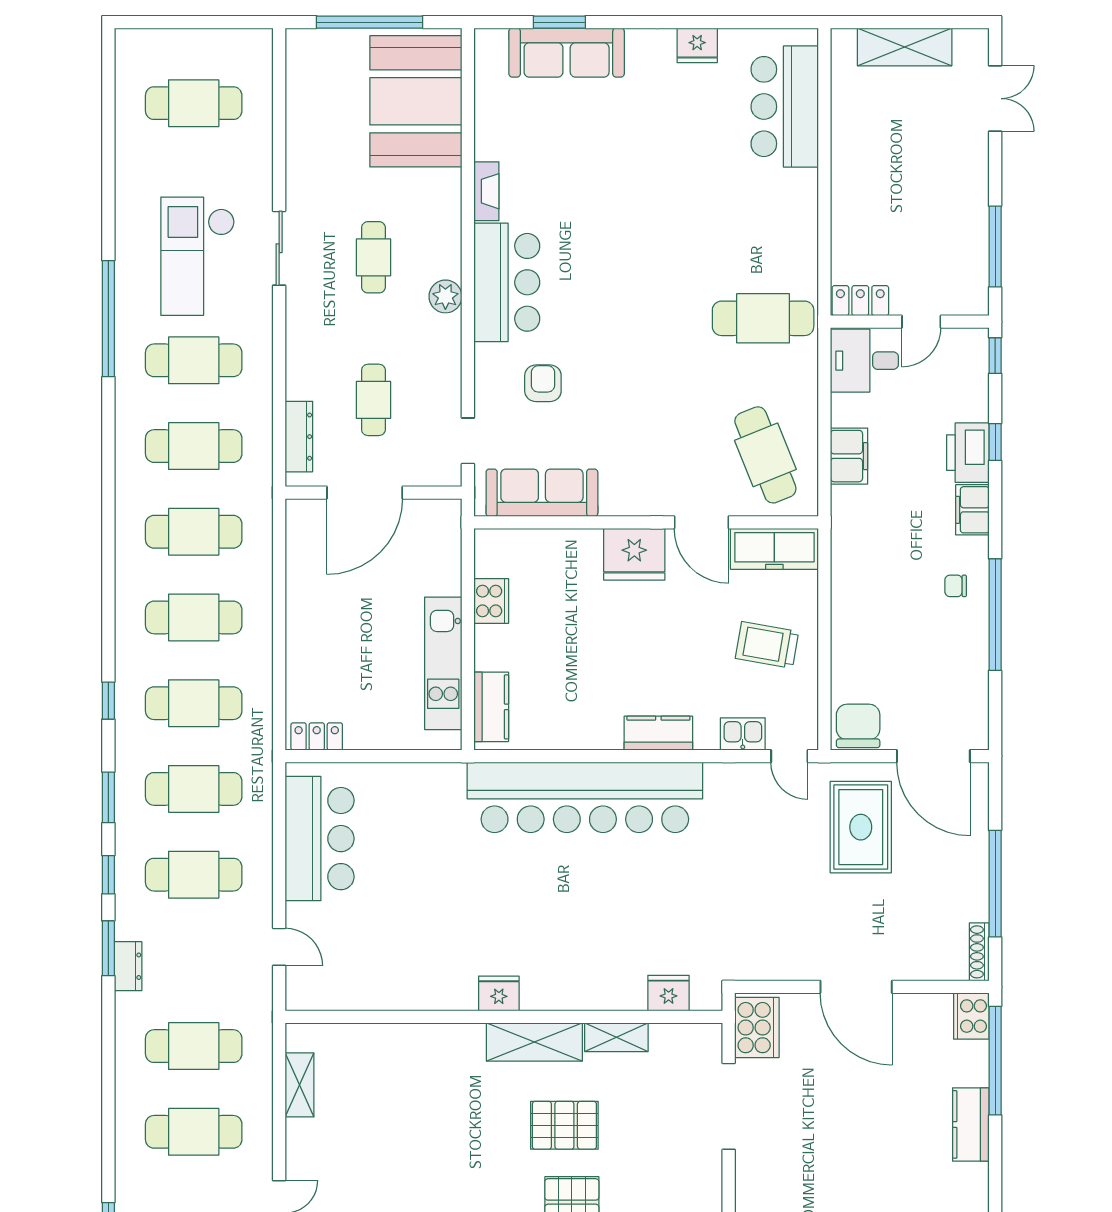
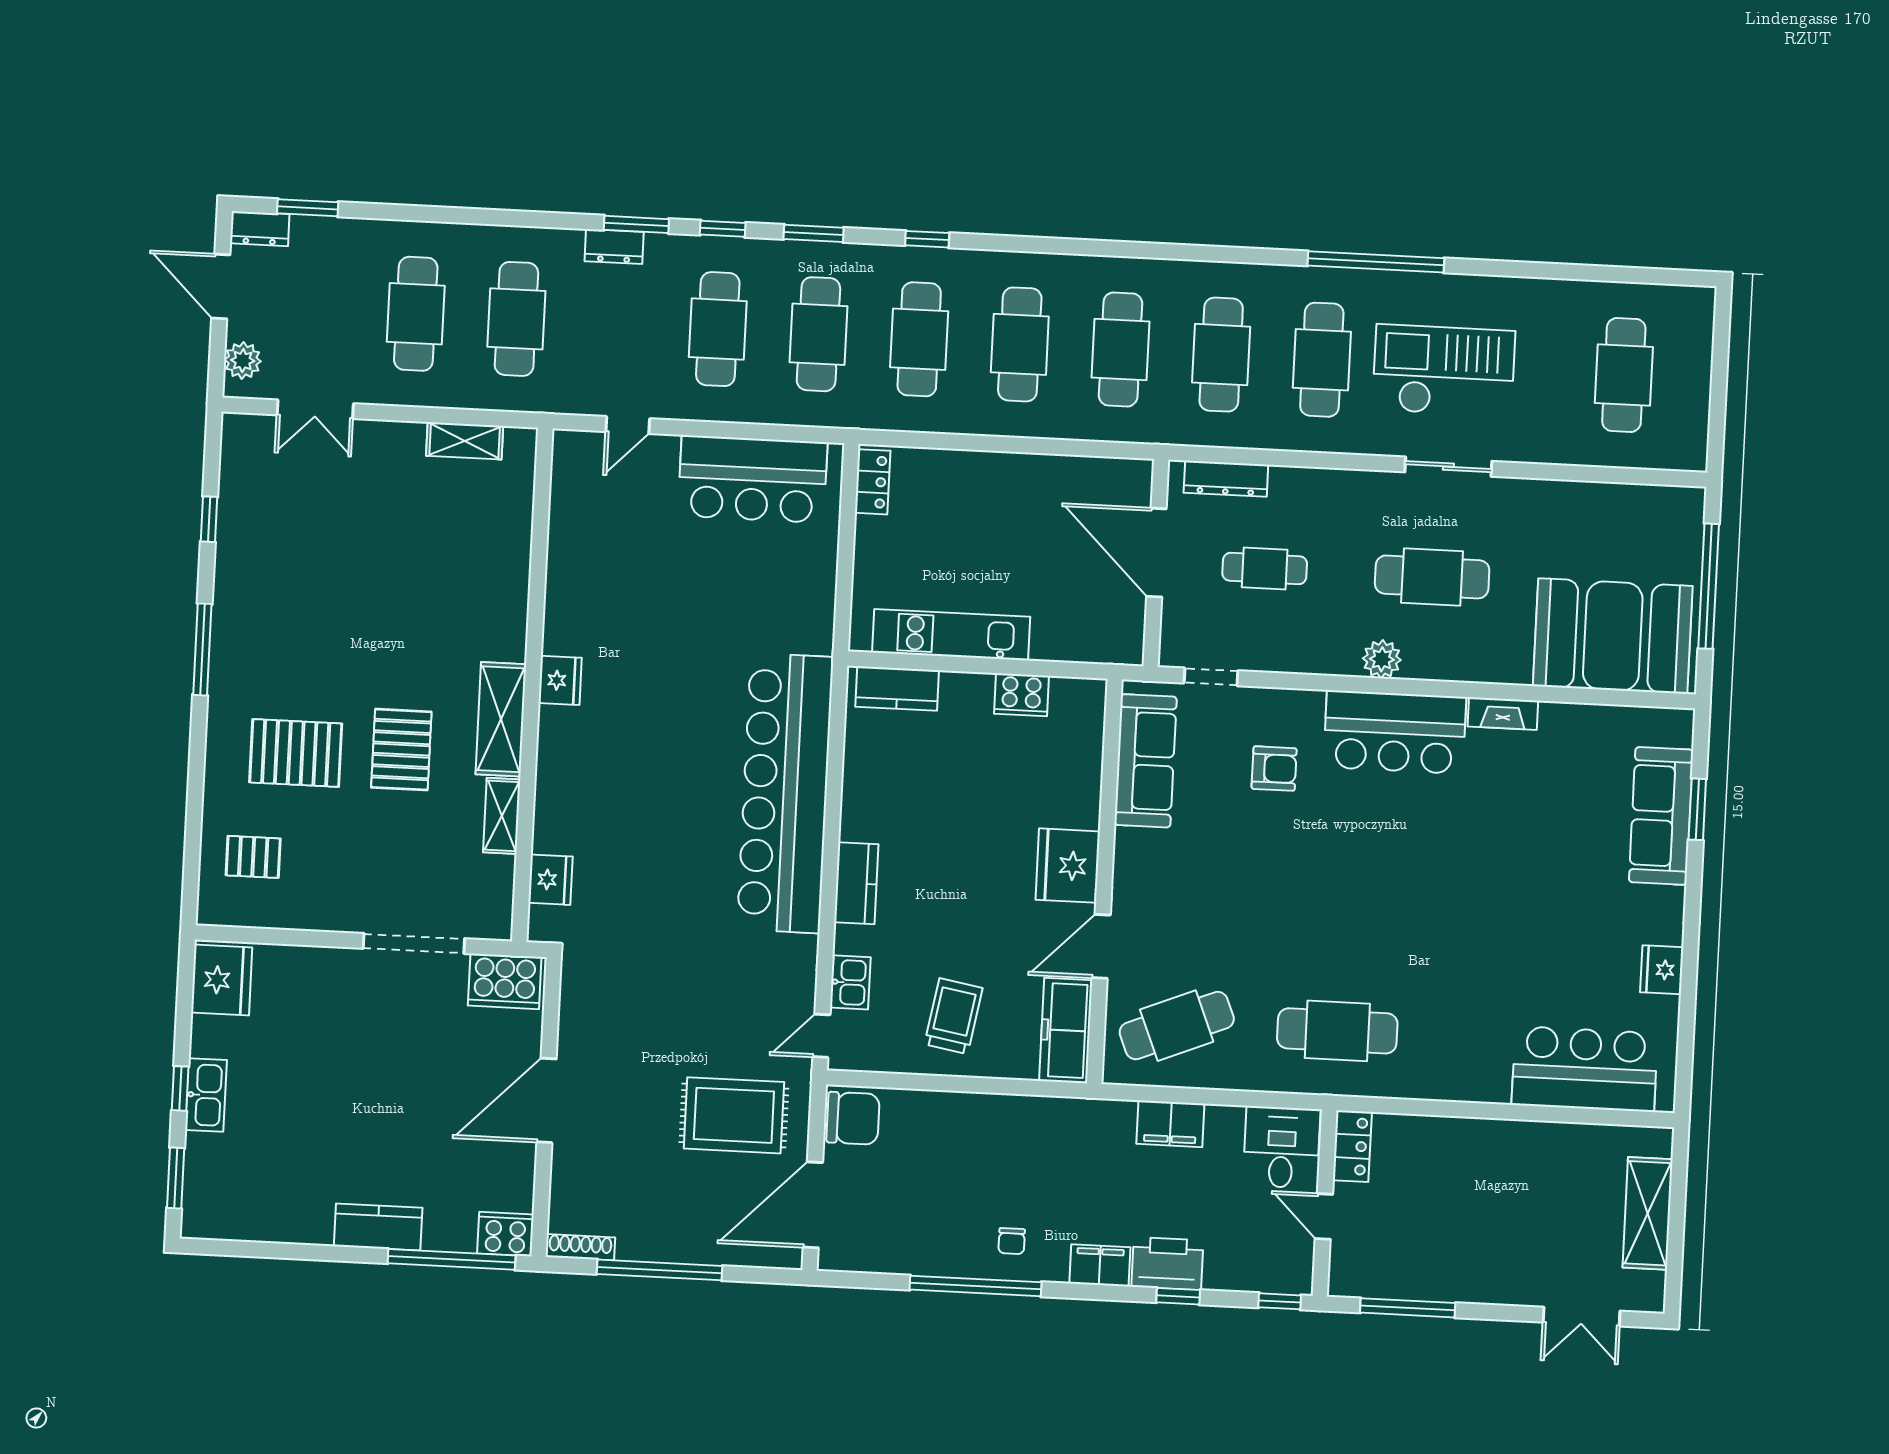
cafe table: (373, 257) -> (1432, 577), width x1.37, depth x1.35
cafe table: (763, 318) -> (1337, 1031), turned 90
chair: (956, 586) -> (1012, 1241), turned 180

